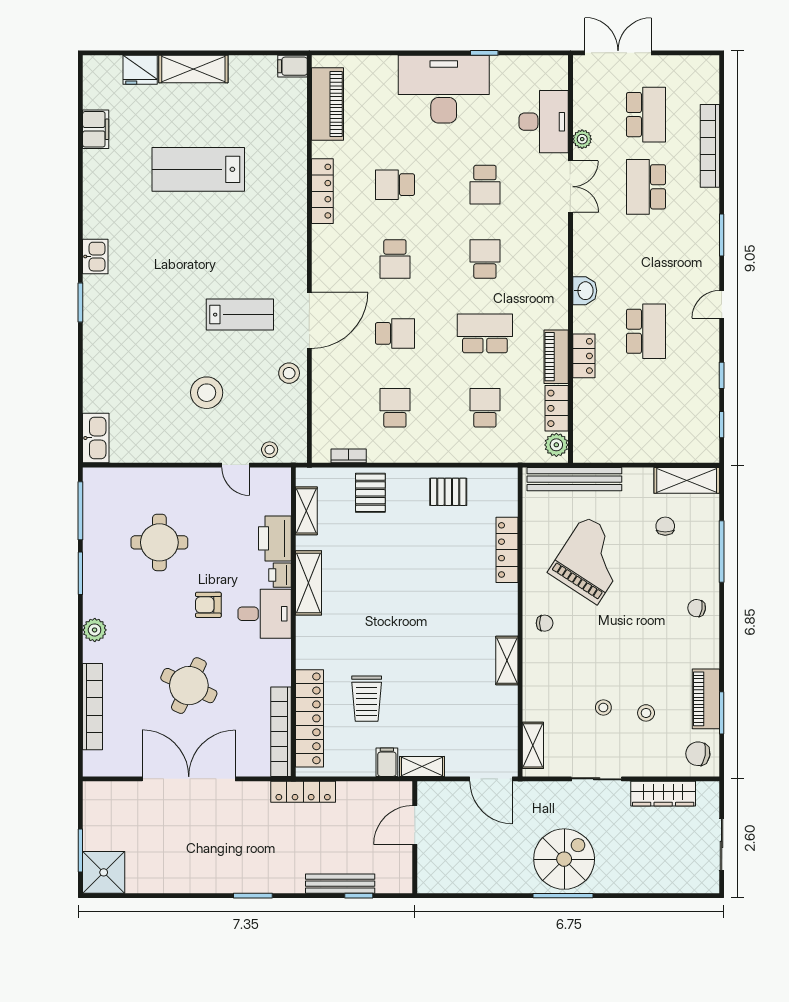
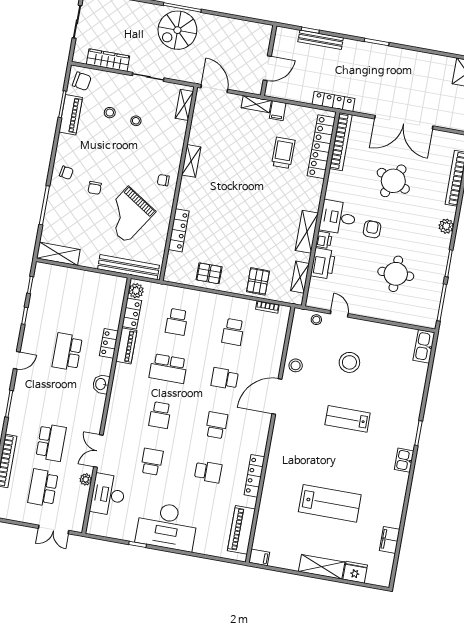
double door: (618, 53) -> (54, 529), width x0.73
lab bench: (240, 315) -> (348, 419), moved
chair: (665, 526) -> (95, 188), moved
armchair: (208, 605) -> (372, 229), turned -90

